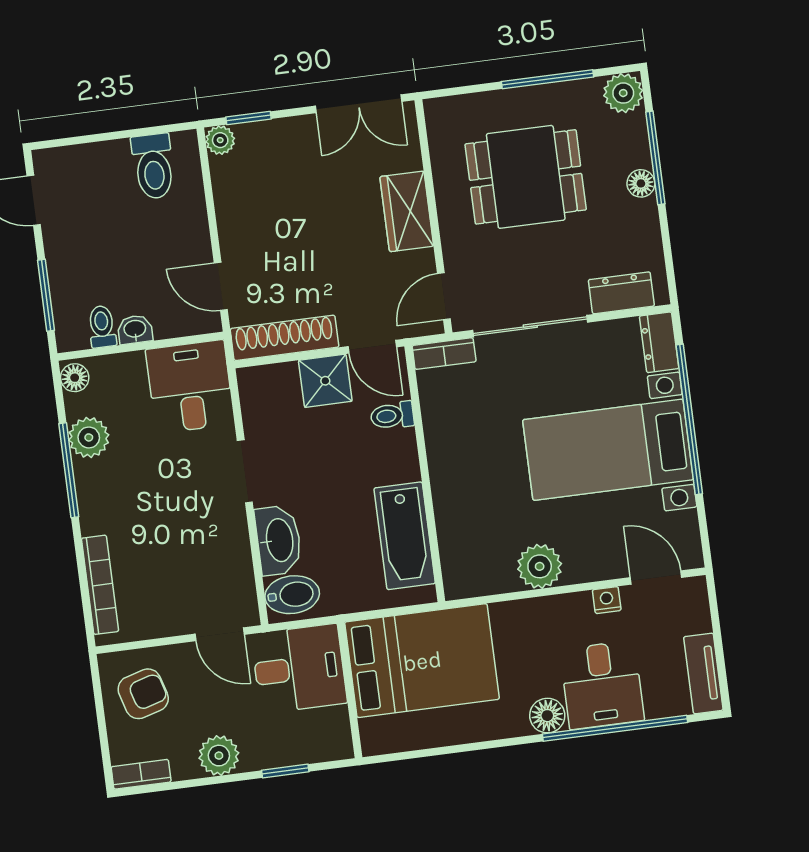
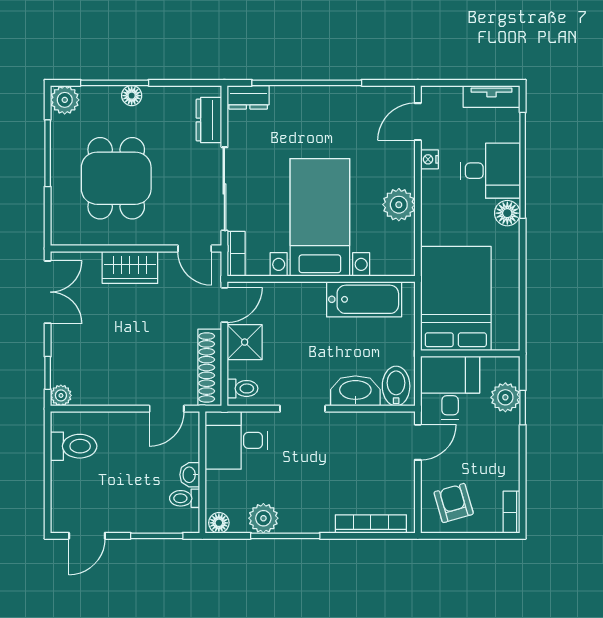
toilet: (392, 416) -> (243, 388), moved, turned -90
bed with nightstands: (608, 450) -> (320, 217), moved, turned 180
plant: (219, 756) -> (505, 397), moved

